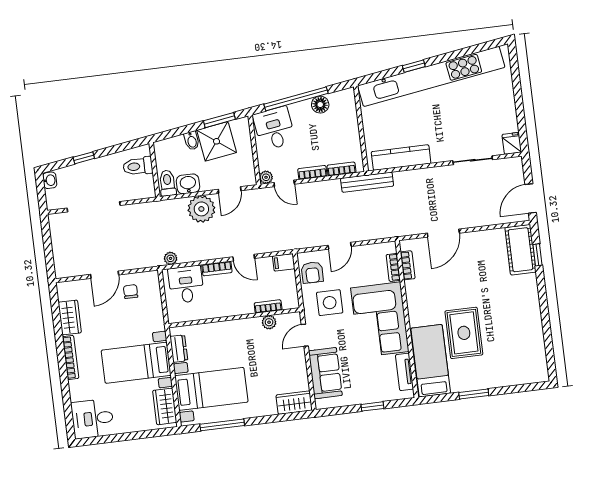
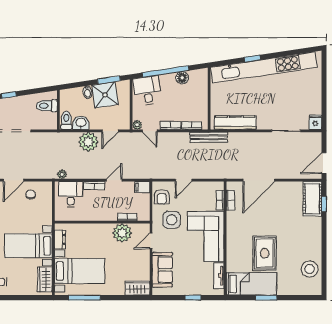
door: (443, 233) -> (259, 180), width x1.36
door: (244, 258) -> (114, 180), swing flipped
plant: (269, 322) -> (122, 233), width x1.87, depth x1.87
stool: (529, 347) -> (310, 269), added
bed: (431, 361) -> (251, 284), moved, turned 90

